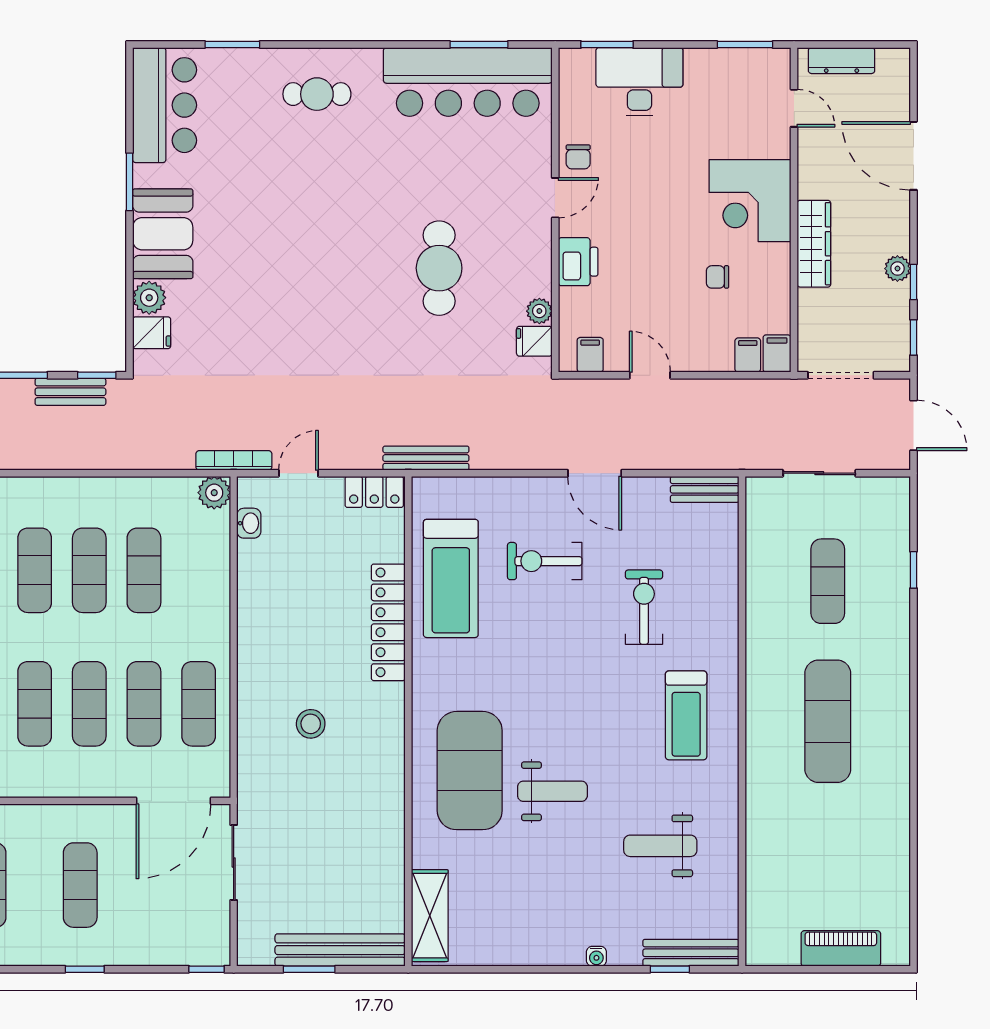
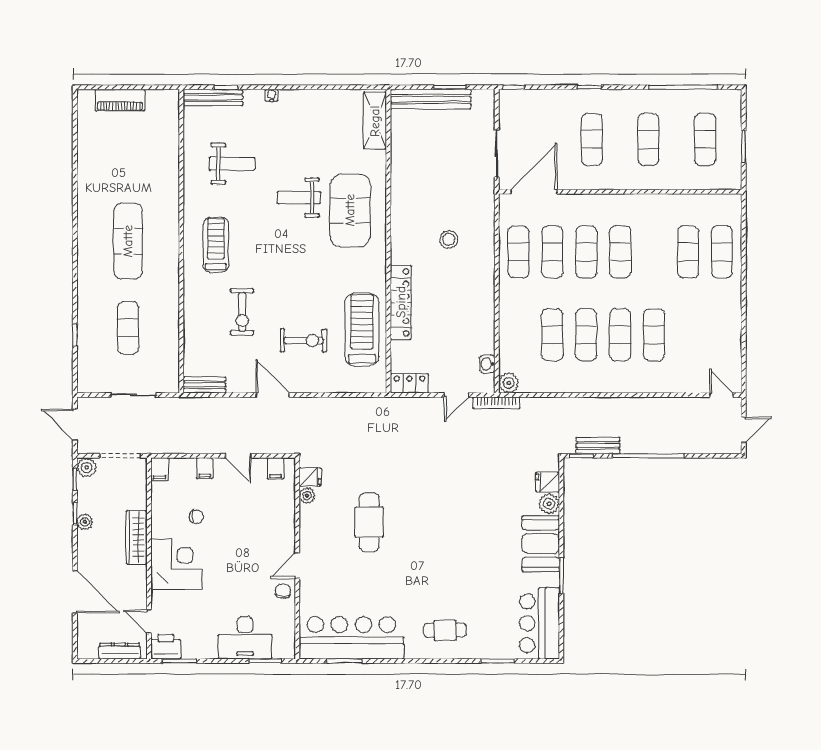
printer: (578, 262) -> (166, 647), moved, turned 90
filing cabinet: (748, 355) -> (205, 468), moved
plant: (895, 356) -> (87, 467), added
bench: (426, 458) -> (377, 404), removed

